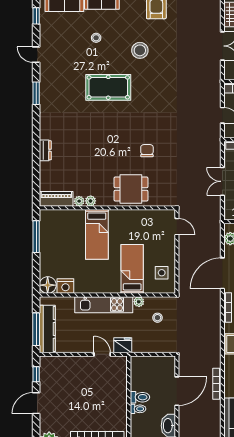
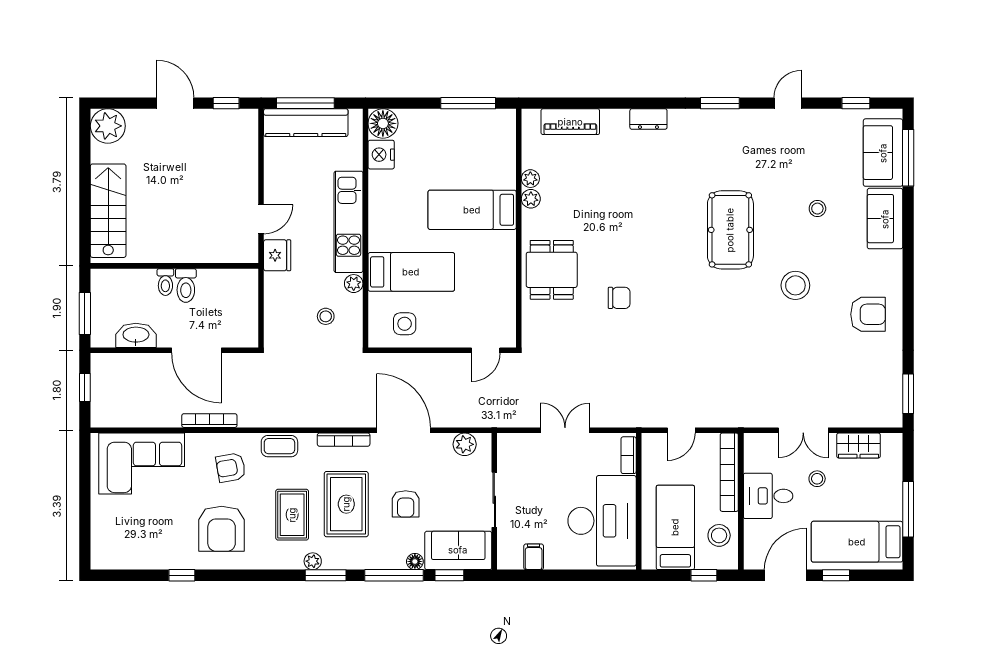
dresser: (45, 150) -> (648, 119), moved
piano: (56, 199) -> (570, 122), moved, turned 90

